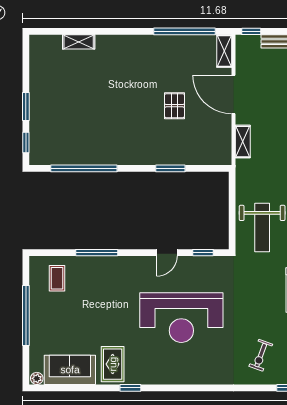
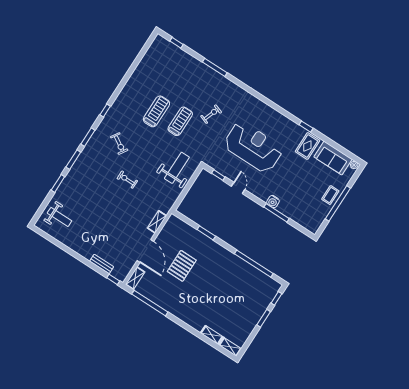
shelving: (45, 42) -> (230, 347), added
pallet: (174, 106) -> (182, 266), width x1.50, depth x1.42
door: (167, 253) -> (238, 188), hinge flipped
water cooler: (111, 264) -> (273, 202), added
coffee table: (57, 278) -> (330, 195), moved
exercise bike: (261, 355) -> (211, 114), moved

